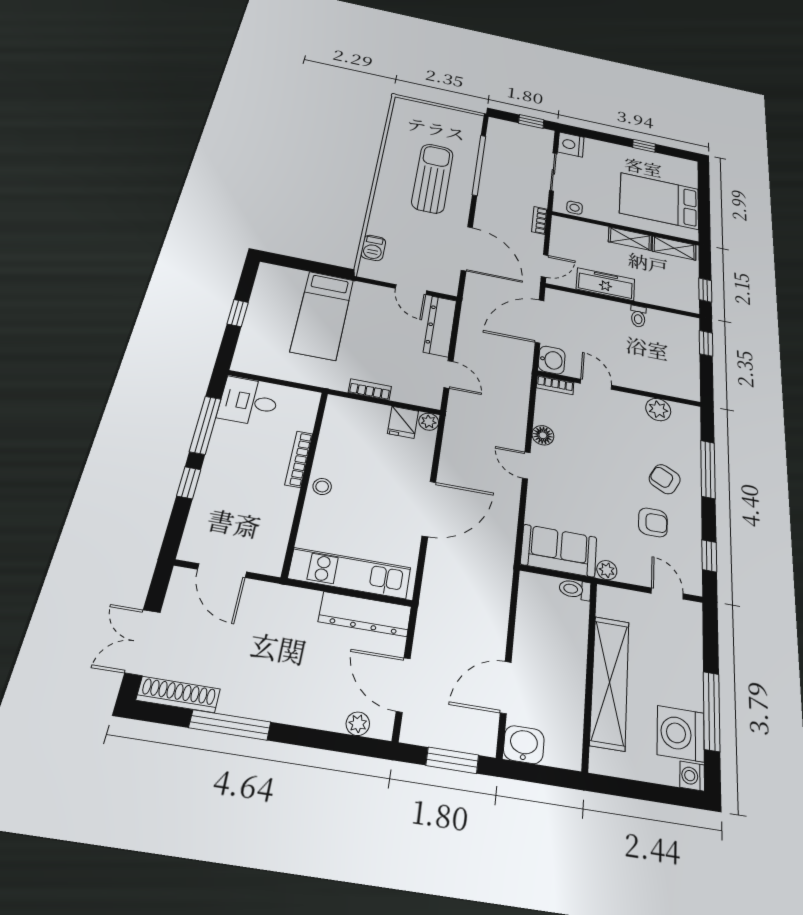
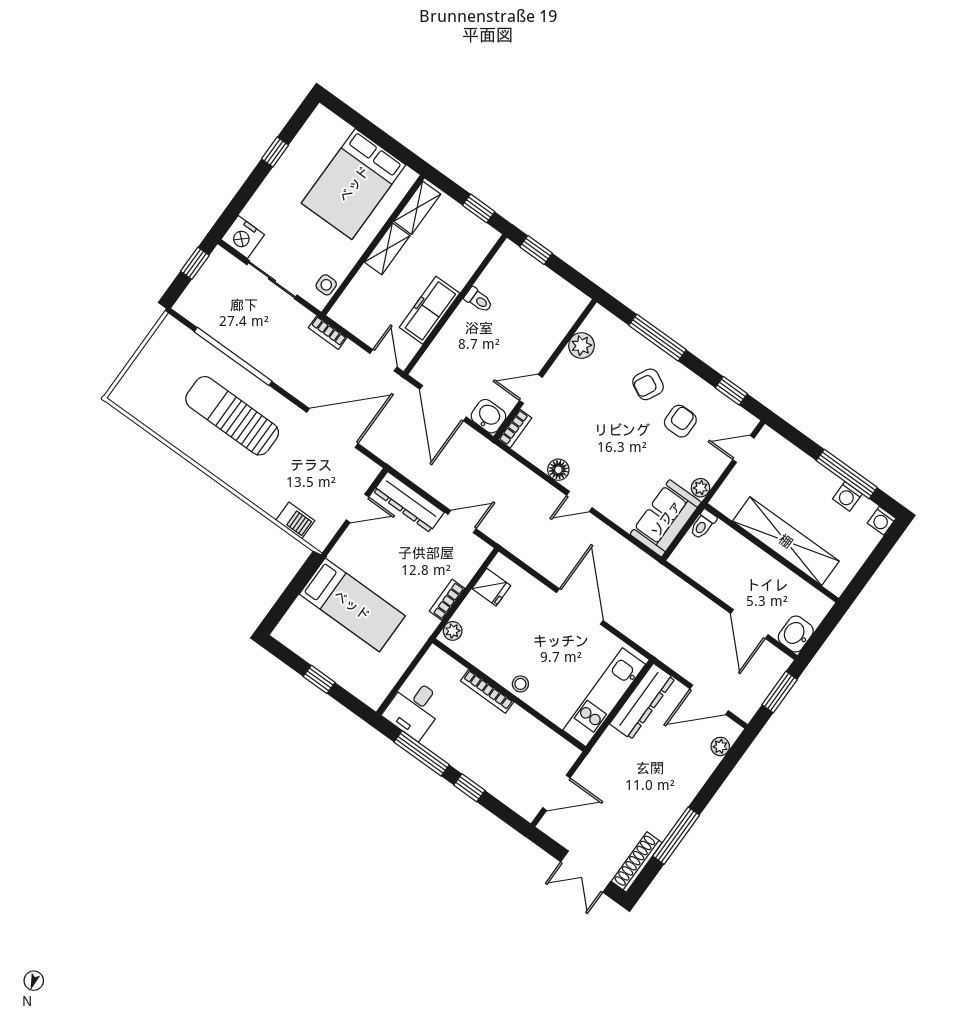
plant: (429, 422) -> (453, 631), moved
washing machine: (681, 734) -> (847, 496), width x0.53, depth x0.53

